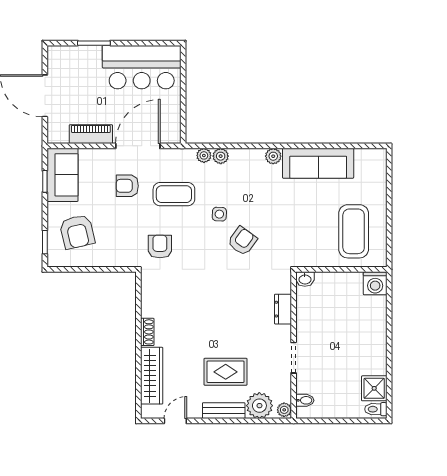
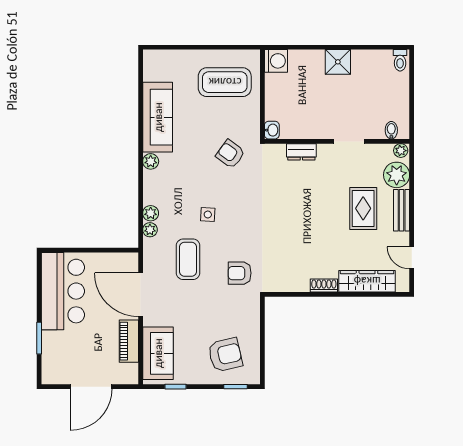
sofa: (62, 175) -> (158, 353), moved, turned 90
armchair: (127, 186) -> (180, 305), removed
armchair: (242, 241) -> (230, 154), moved
shower: (374, 388) -> (338, 62), moved

